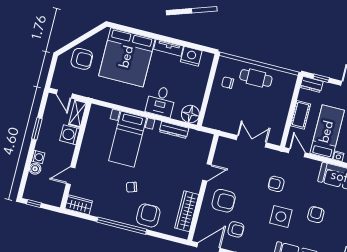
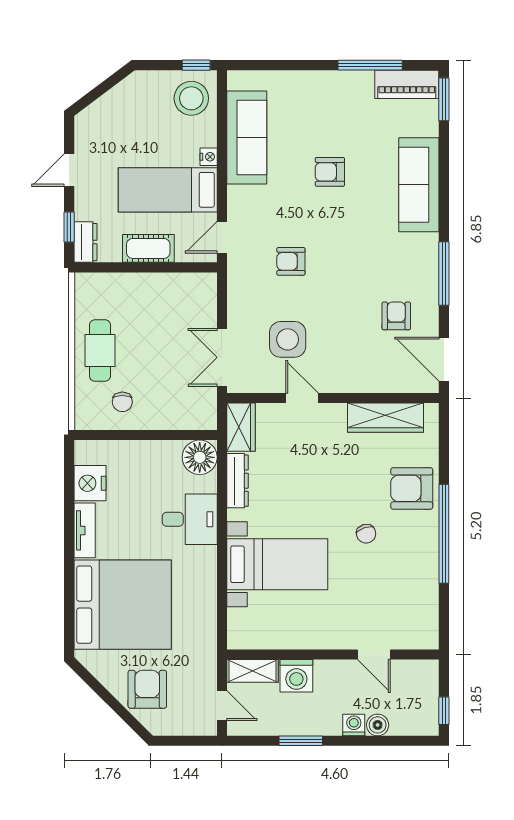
door: (64, 94) -> (222, 706), hinge flipped
double door: (251, 141) -> (222, 357), moved
armchair: (276, 184) -> (291, 261), turned 90
armchair: (224, 201) -> (348, 353), removed
wardrobe: (79, 205) -> (241, 427), moved, turned 180
side table: (281, 217) -> (288, 339), moved

